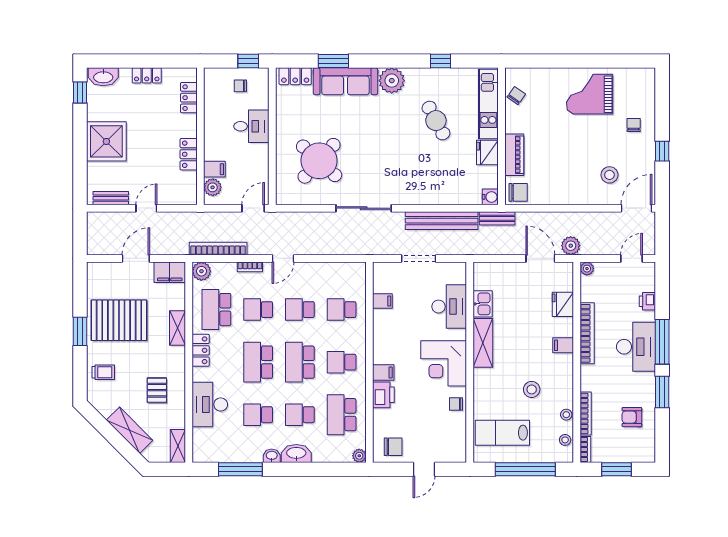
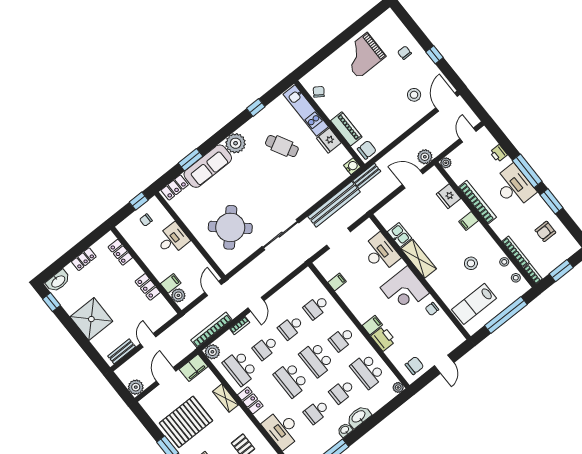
plant: (96, 245) -> (136, 387), added

